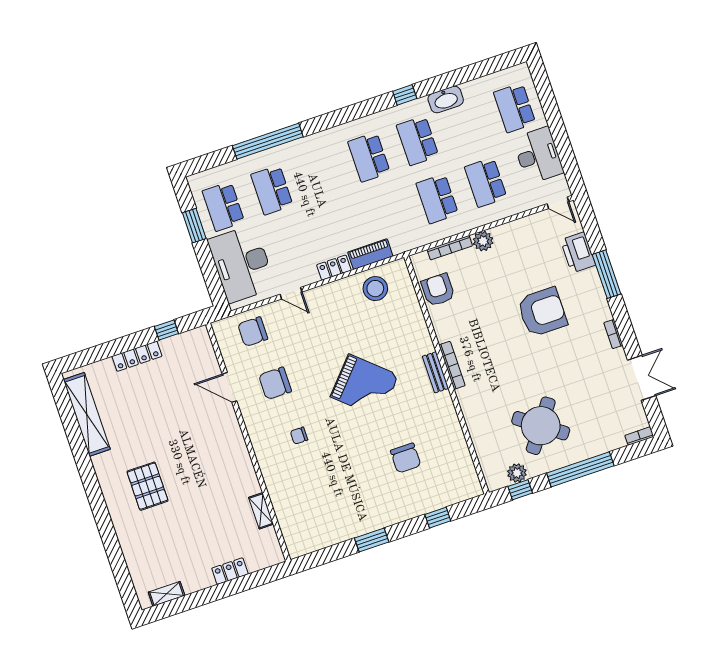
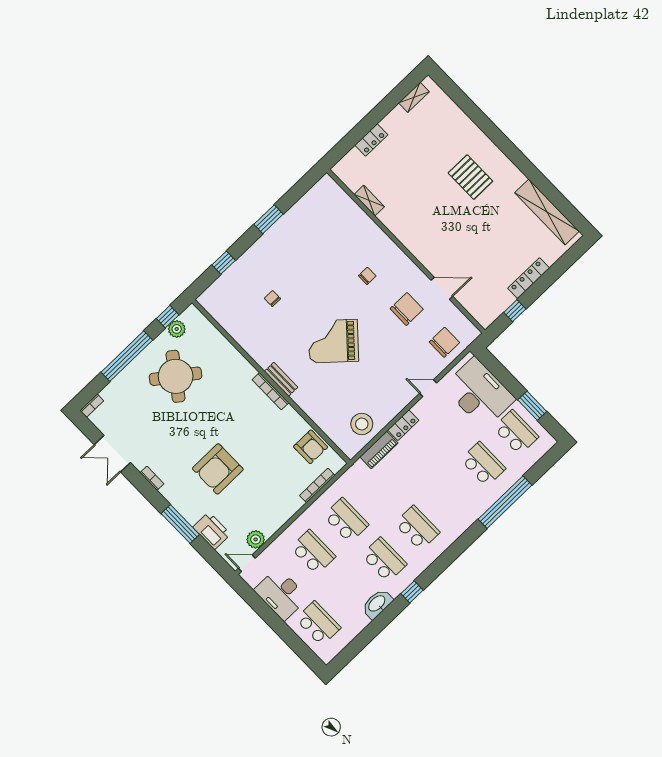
plant: (483, 241) -> (256, 539), moved
chair: (406, 458) -> (272, 299), width x0.54, depth x0.54

